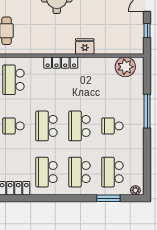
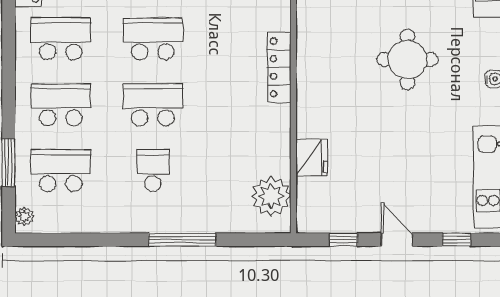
fridge: (85, 46) -> (312, 157), moved

